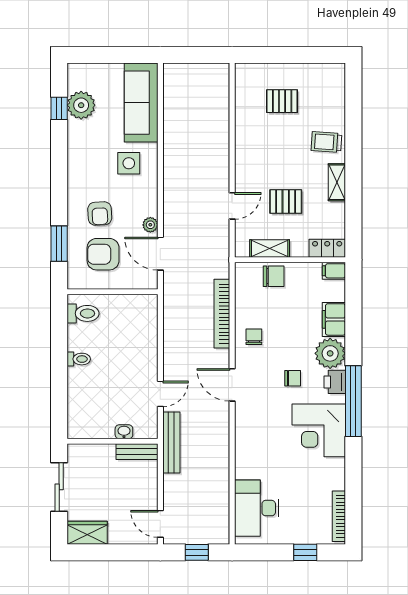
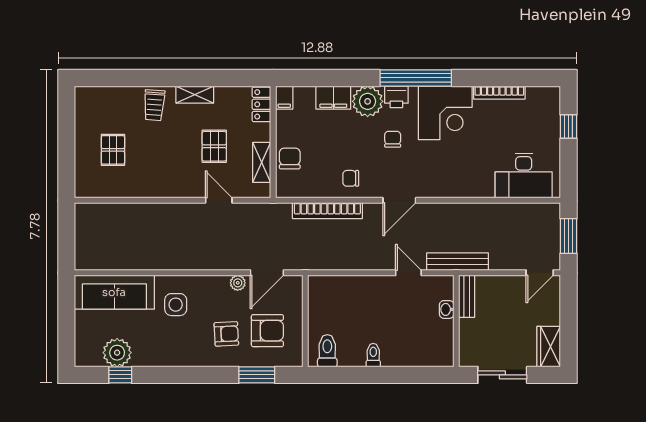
armchair: (103, 254) -> (267, 331), turned -90
bookcase: (339, 516) -> (499, 93), moved
window: (197, 552) -> (568, 236), width x1.50

